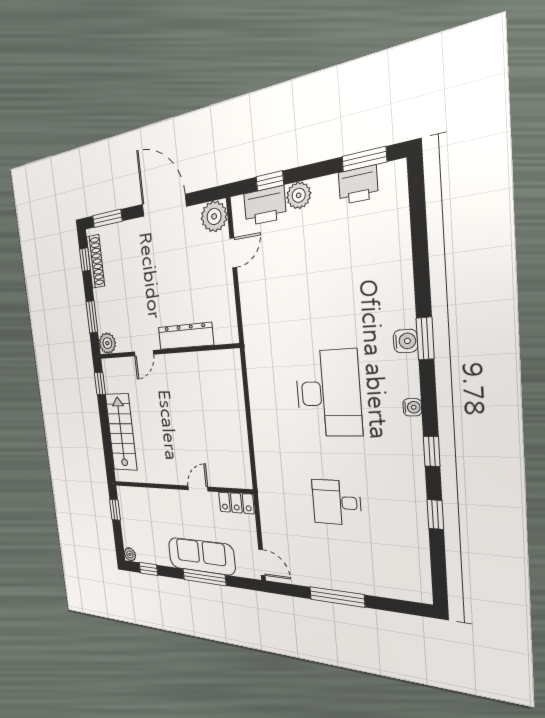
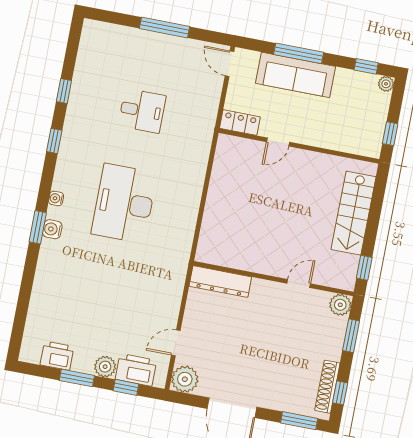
window: (364, 159) -> (77, 378), moved
dresser: (186, 336) -> (220, 282), moved
water cooler: (412, 407) -> (56, 198), moved

